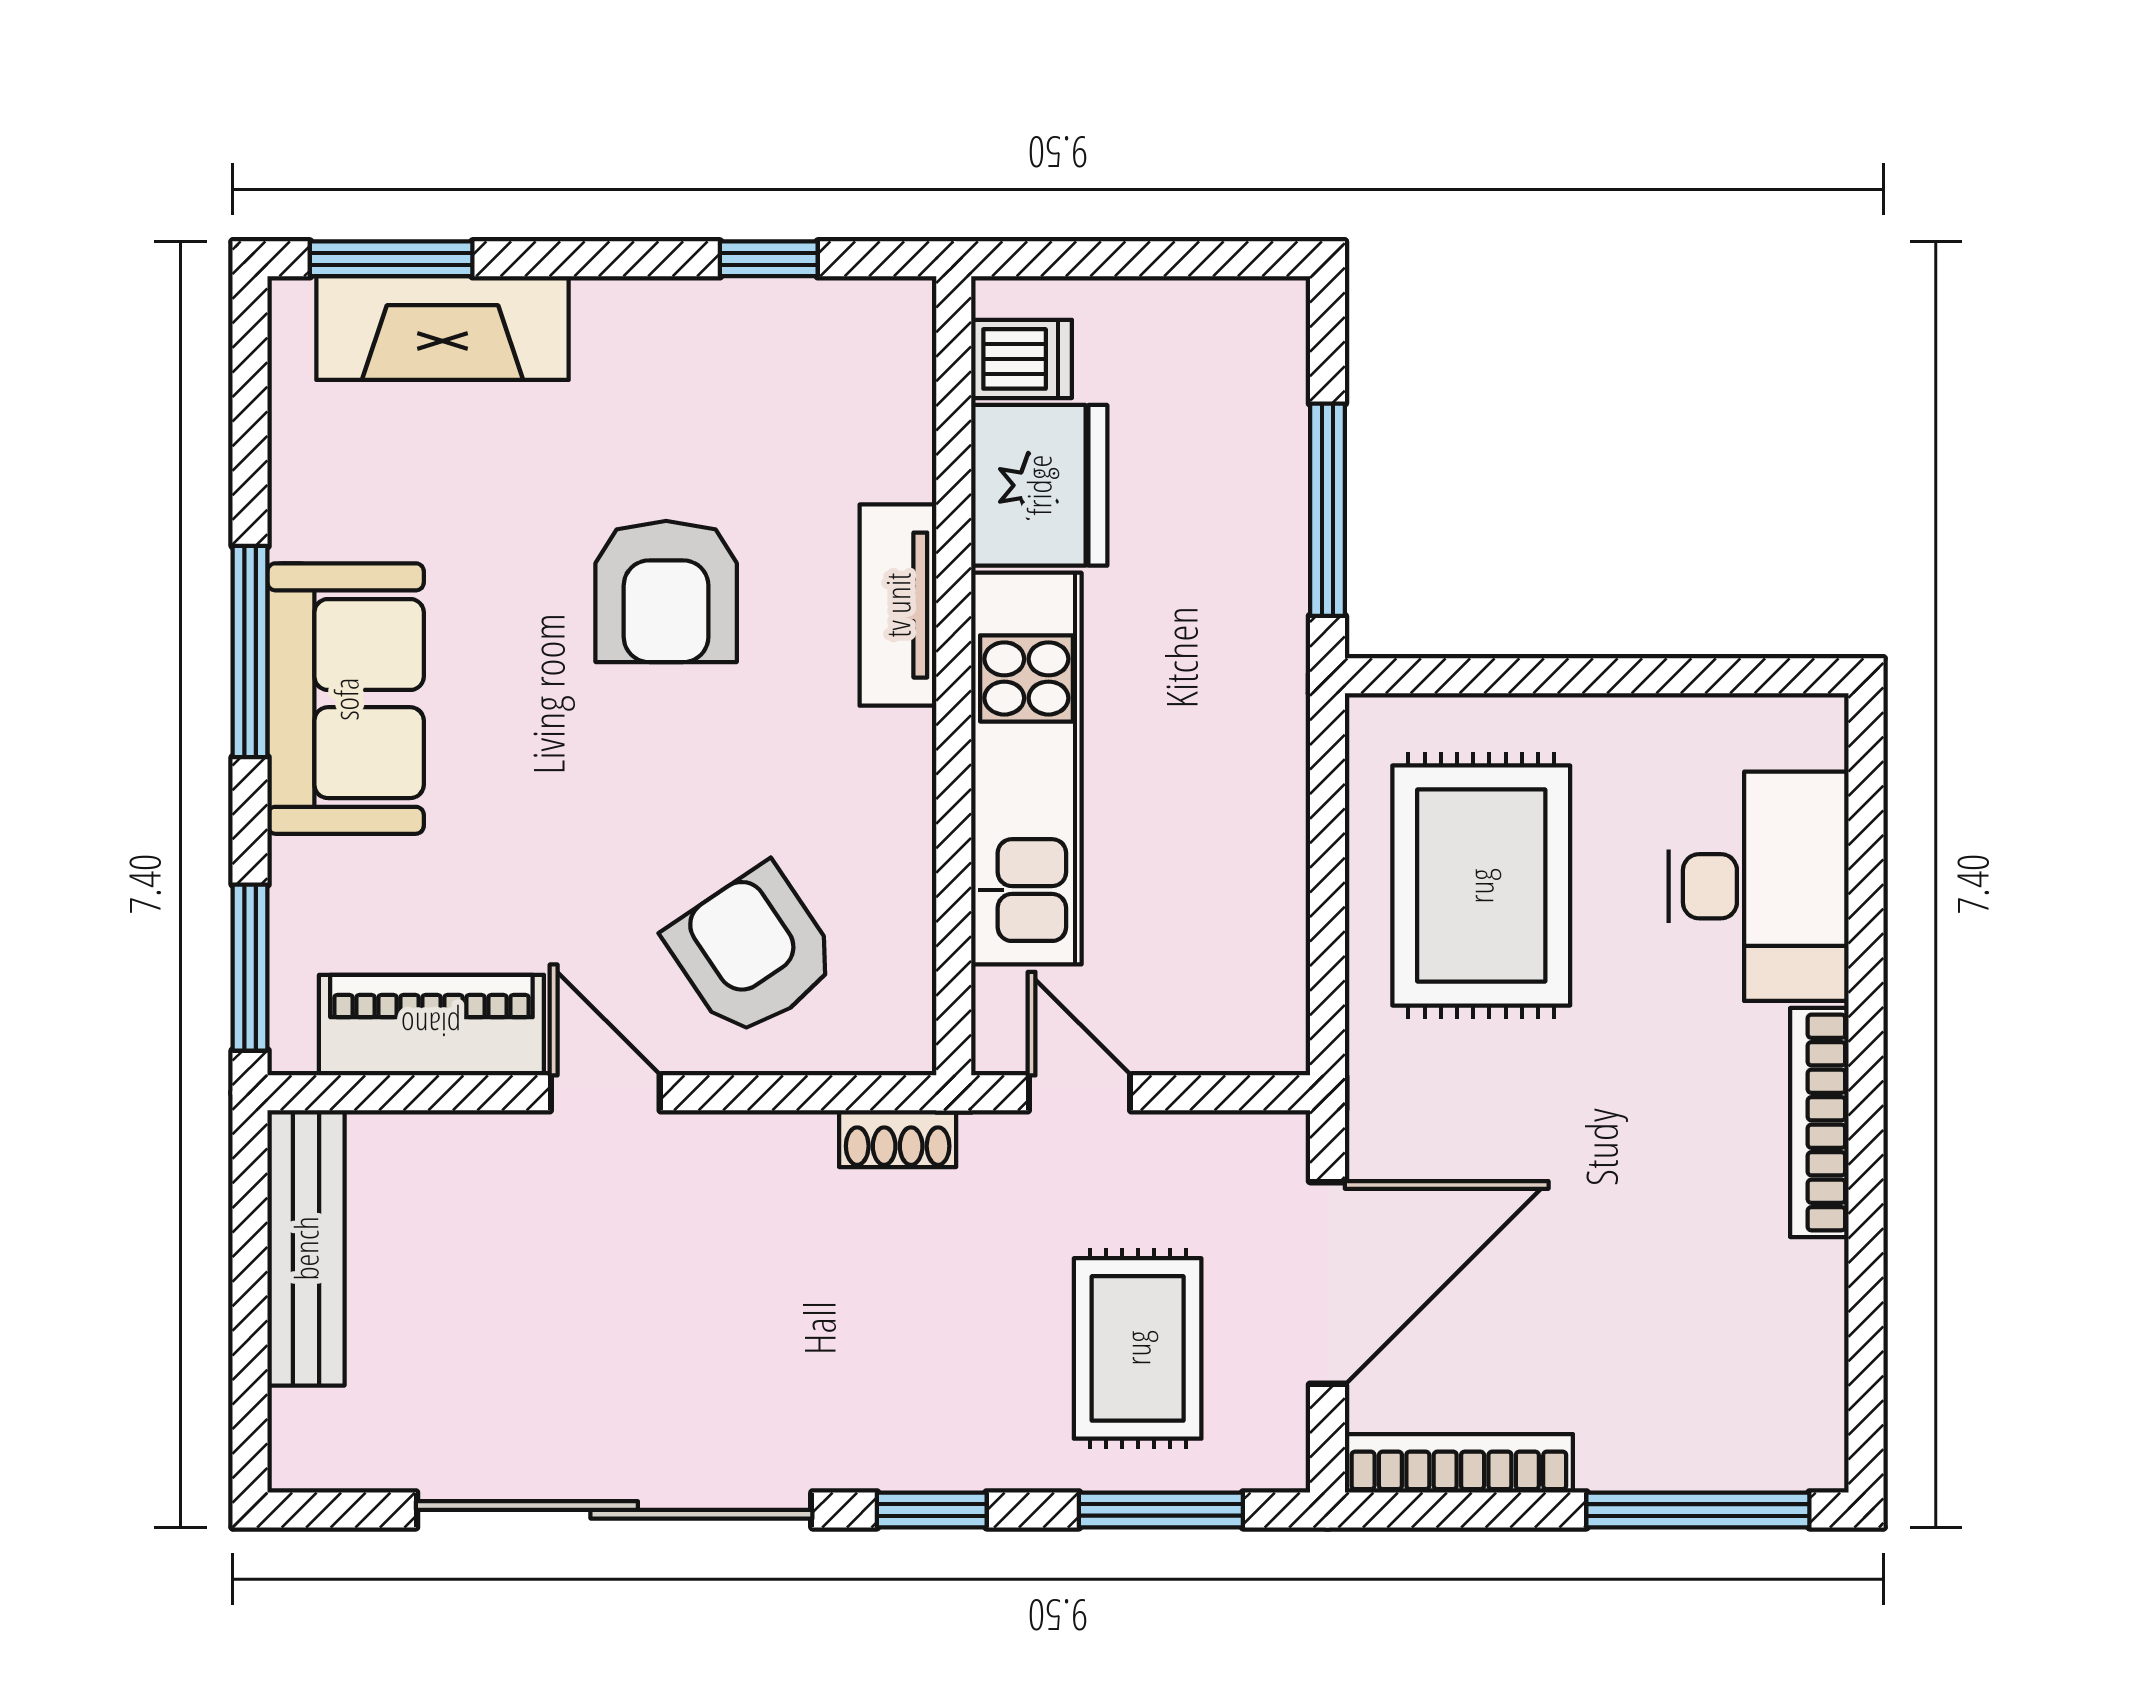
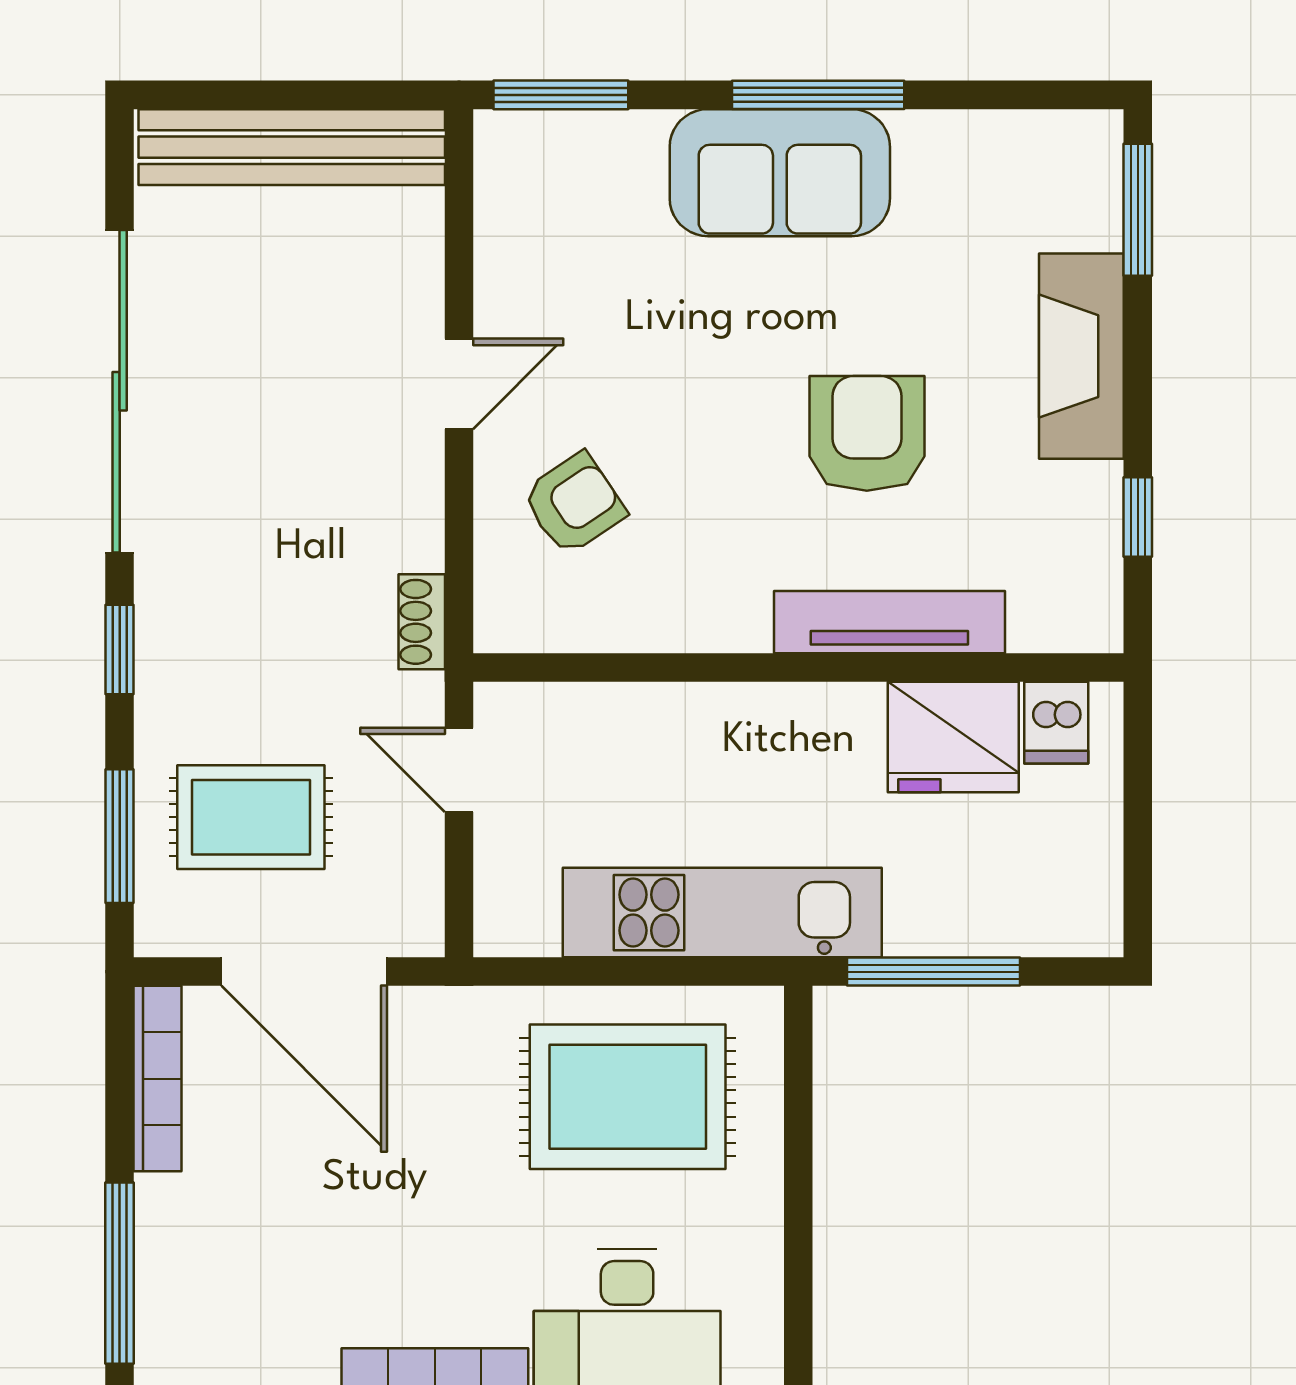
fireplace: (442, 328) -> (1081, 356), moved
armchair: (666, 591) -> (867, 433), turned 90
tv unit: (898, 605) -> (889, 622), width x1.41
kitchen unit: (1026, 769) -> (722, 913), moved, turned 180
armchair: (752, 952) -> (574, 504), width x0.72, depth x0.72
piano: (431, 1025) -> (514, 243), removed
door: (1079, 1093) -> (459, 770), swing flipped
bench: (306, 1248) -> (292, 147), width x1.37, depth x1.21

